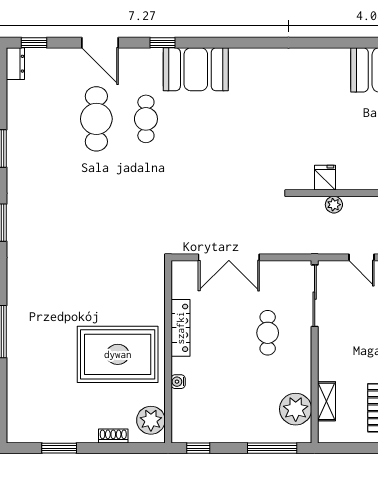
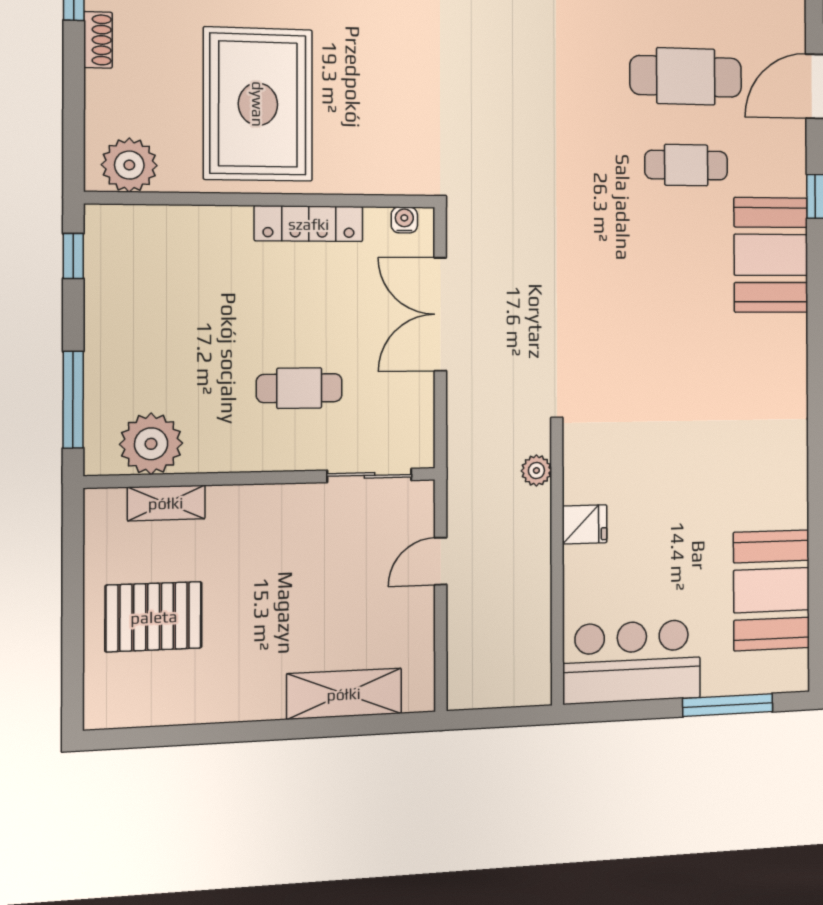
fridge: (325, 178) -> (585, 524), moved
plant: (334, 205) -> (536, 470), moved
sliding door: (315, 296) -> (369, 475), width x0.73
water cooler: (178, 382) -> (404, 220), moved
shoe rack: (113, 436) -> (98, 40), moved

